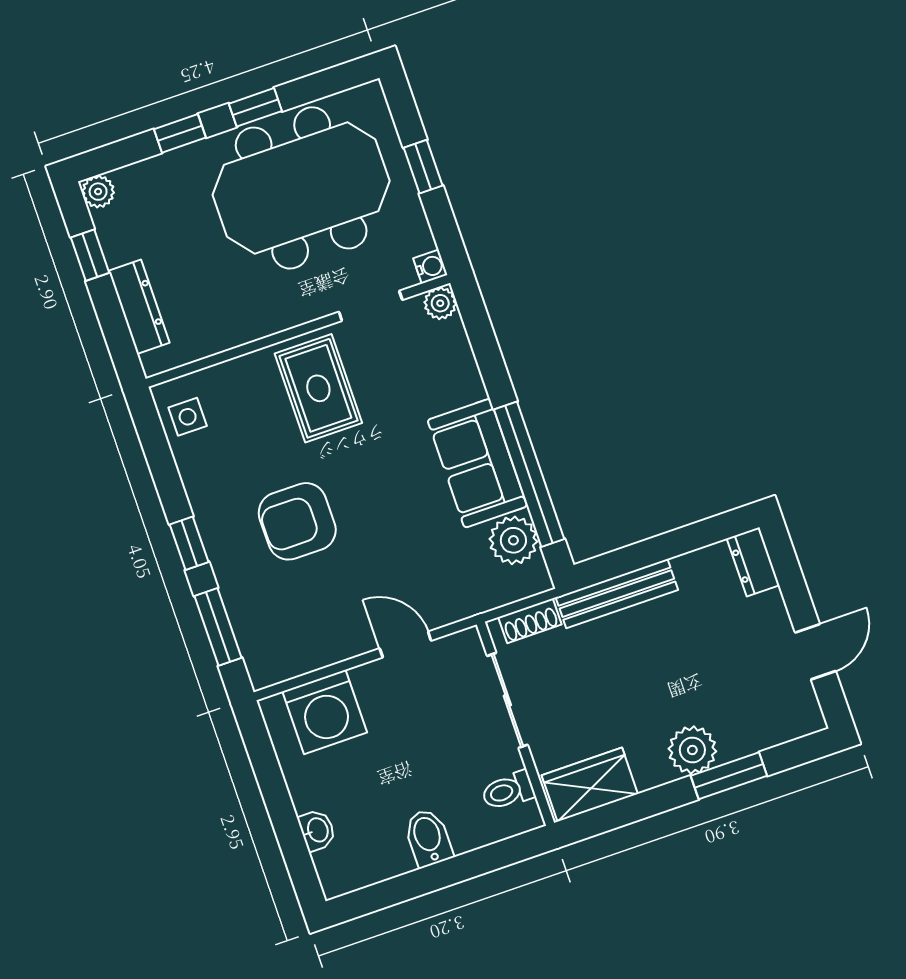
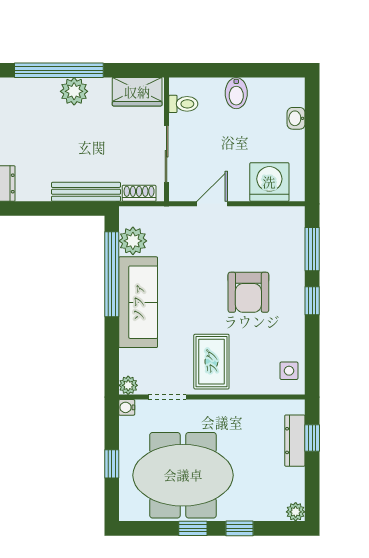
window: (90, 255) -> (312, 438), moved
sofa: (477, 463) -> (138, 302), width x1.36
armchair: (297, 521) -> (248, 292), turned 90
door: (405, 645) -> (212, 204), swing flipped
window: (729, 776) -> (59, 70), width x2.11

